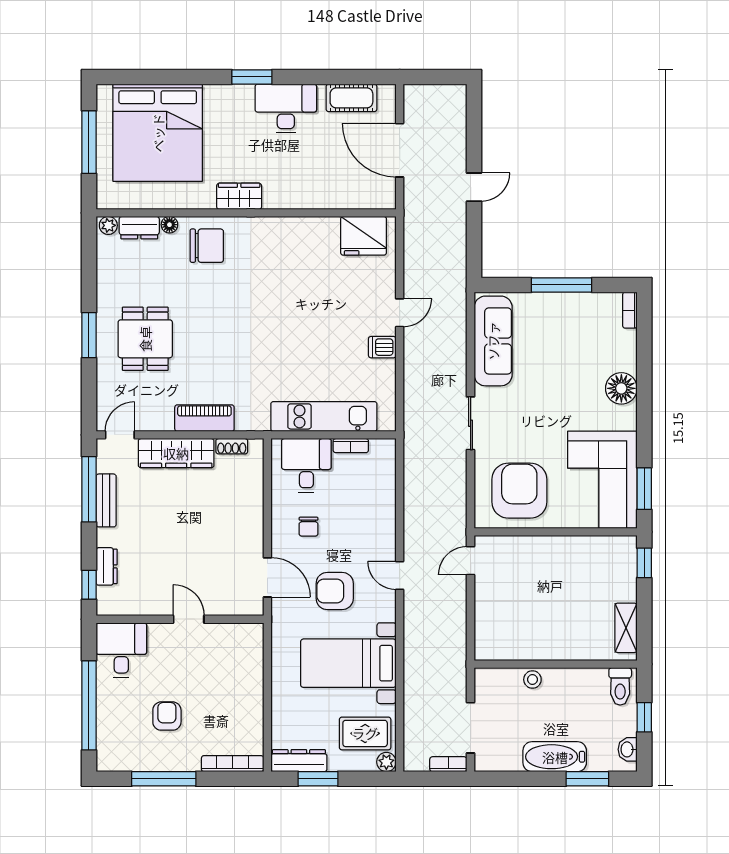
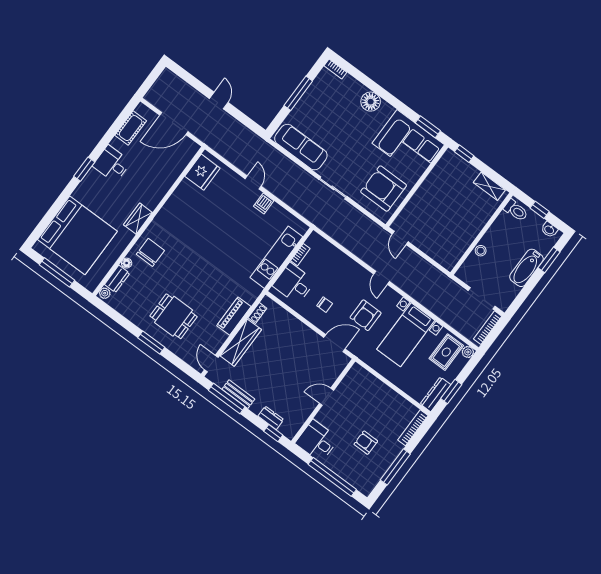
desk: (286, 108) -> (112, 164), width x0.73
door: (400, 575) -> (382, 278), hinge flipped
bookcase: (448, 764) -> (488, 328), width x1.56

